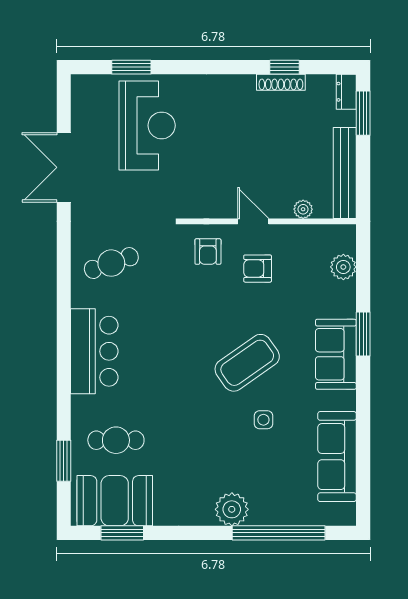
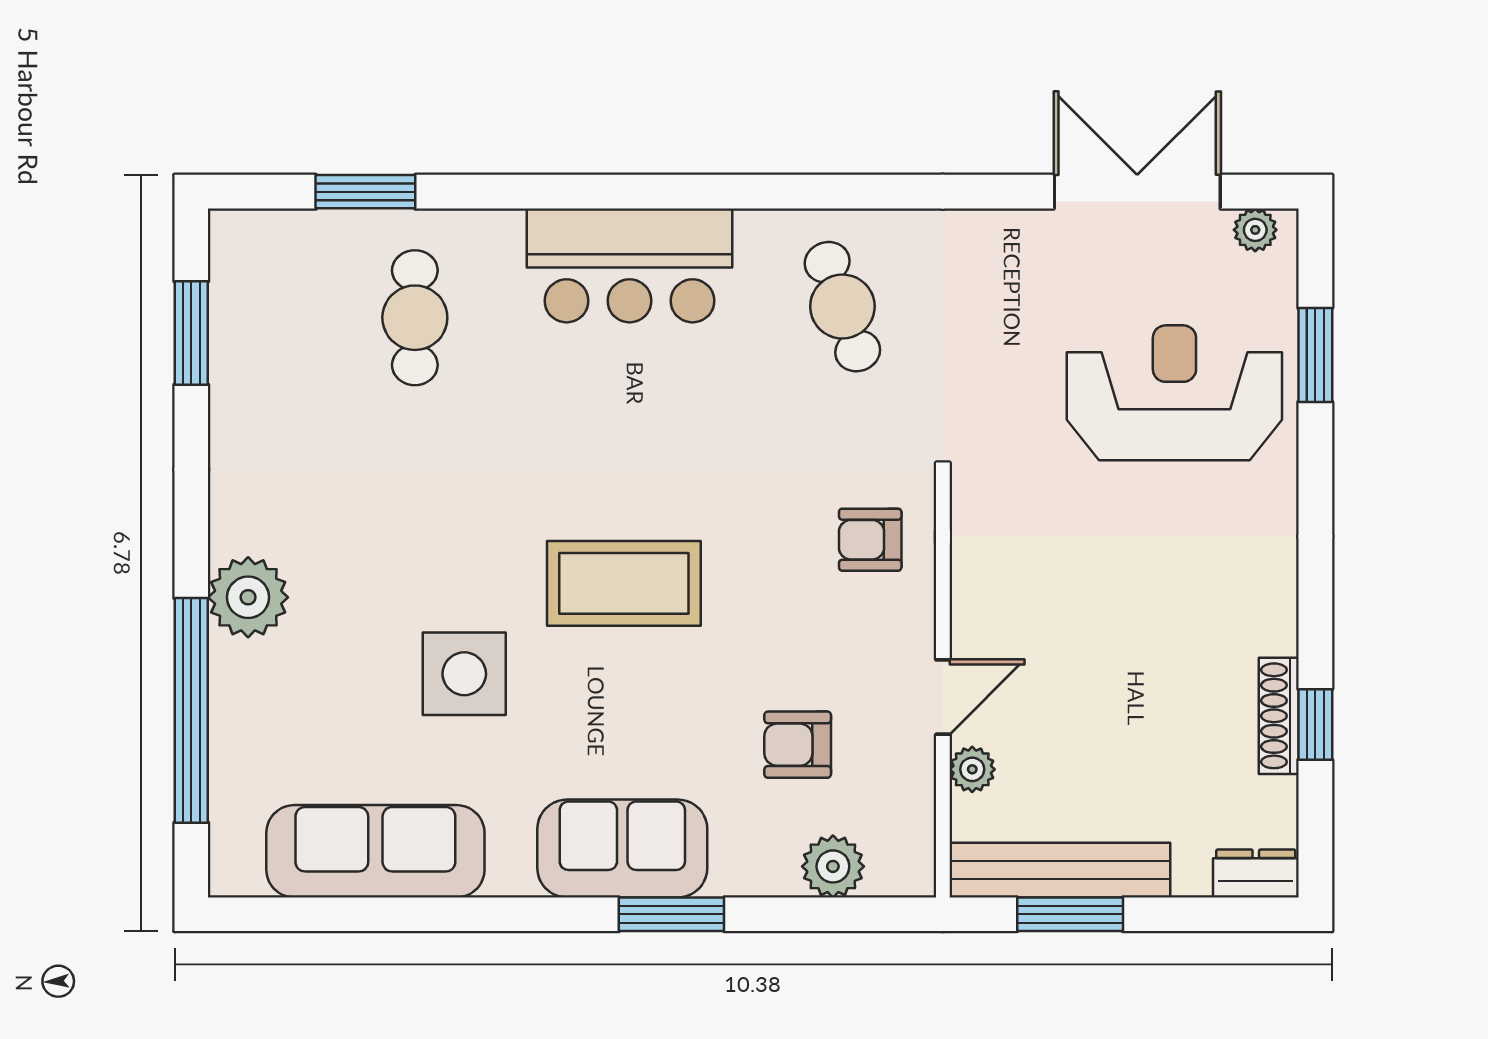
plant: (80, 92) -> (1255, 230), added
window: (363, 113) -> (1070, 914), moved
reception desk: (147, 125) -> (1174, 393), turned 180
double door: (64, 167) -> (1137, 192), moved
door: (253, 221) -> (943, 697), moved
armchair: (258, 269) -> (798, 745), moved, turned -90
coffee table: (247, 363) -> (624, 583), moved, turned -55
side table: (263, 420) -> (464, 674), width x1.87, depth x1.87
booth: (115, 501) -> (269, 315), removed

